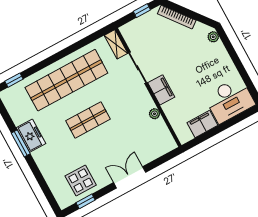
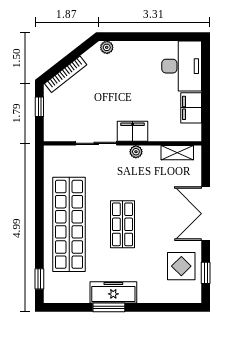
shelving: (116, 44) -> (177, 153), moved
plant: (154, 114) -> (136, 152), moved
freezer: (31, 136) -> (113, 292), width x1.40
double door: (130, 177) -> (206, 214), width x1.37

